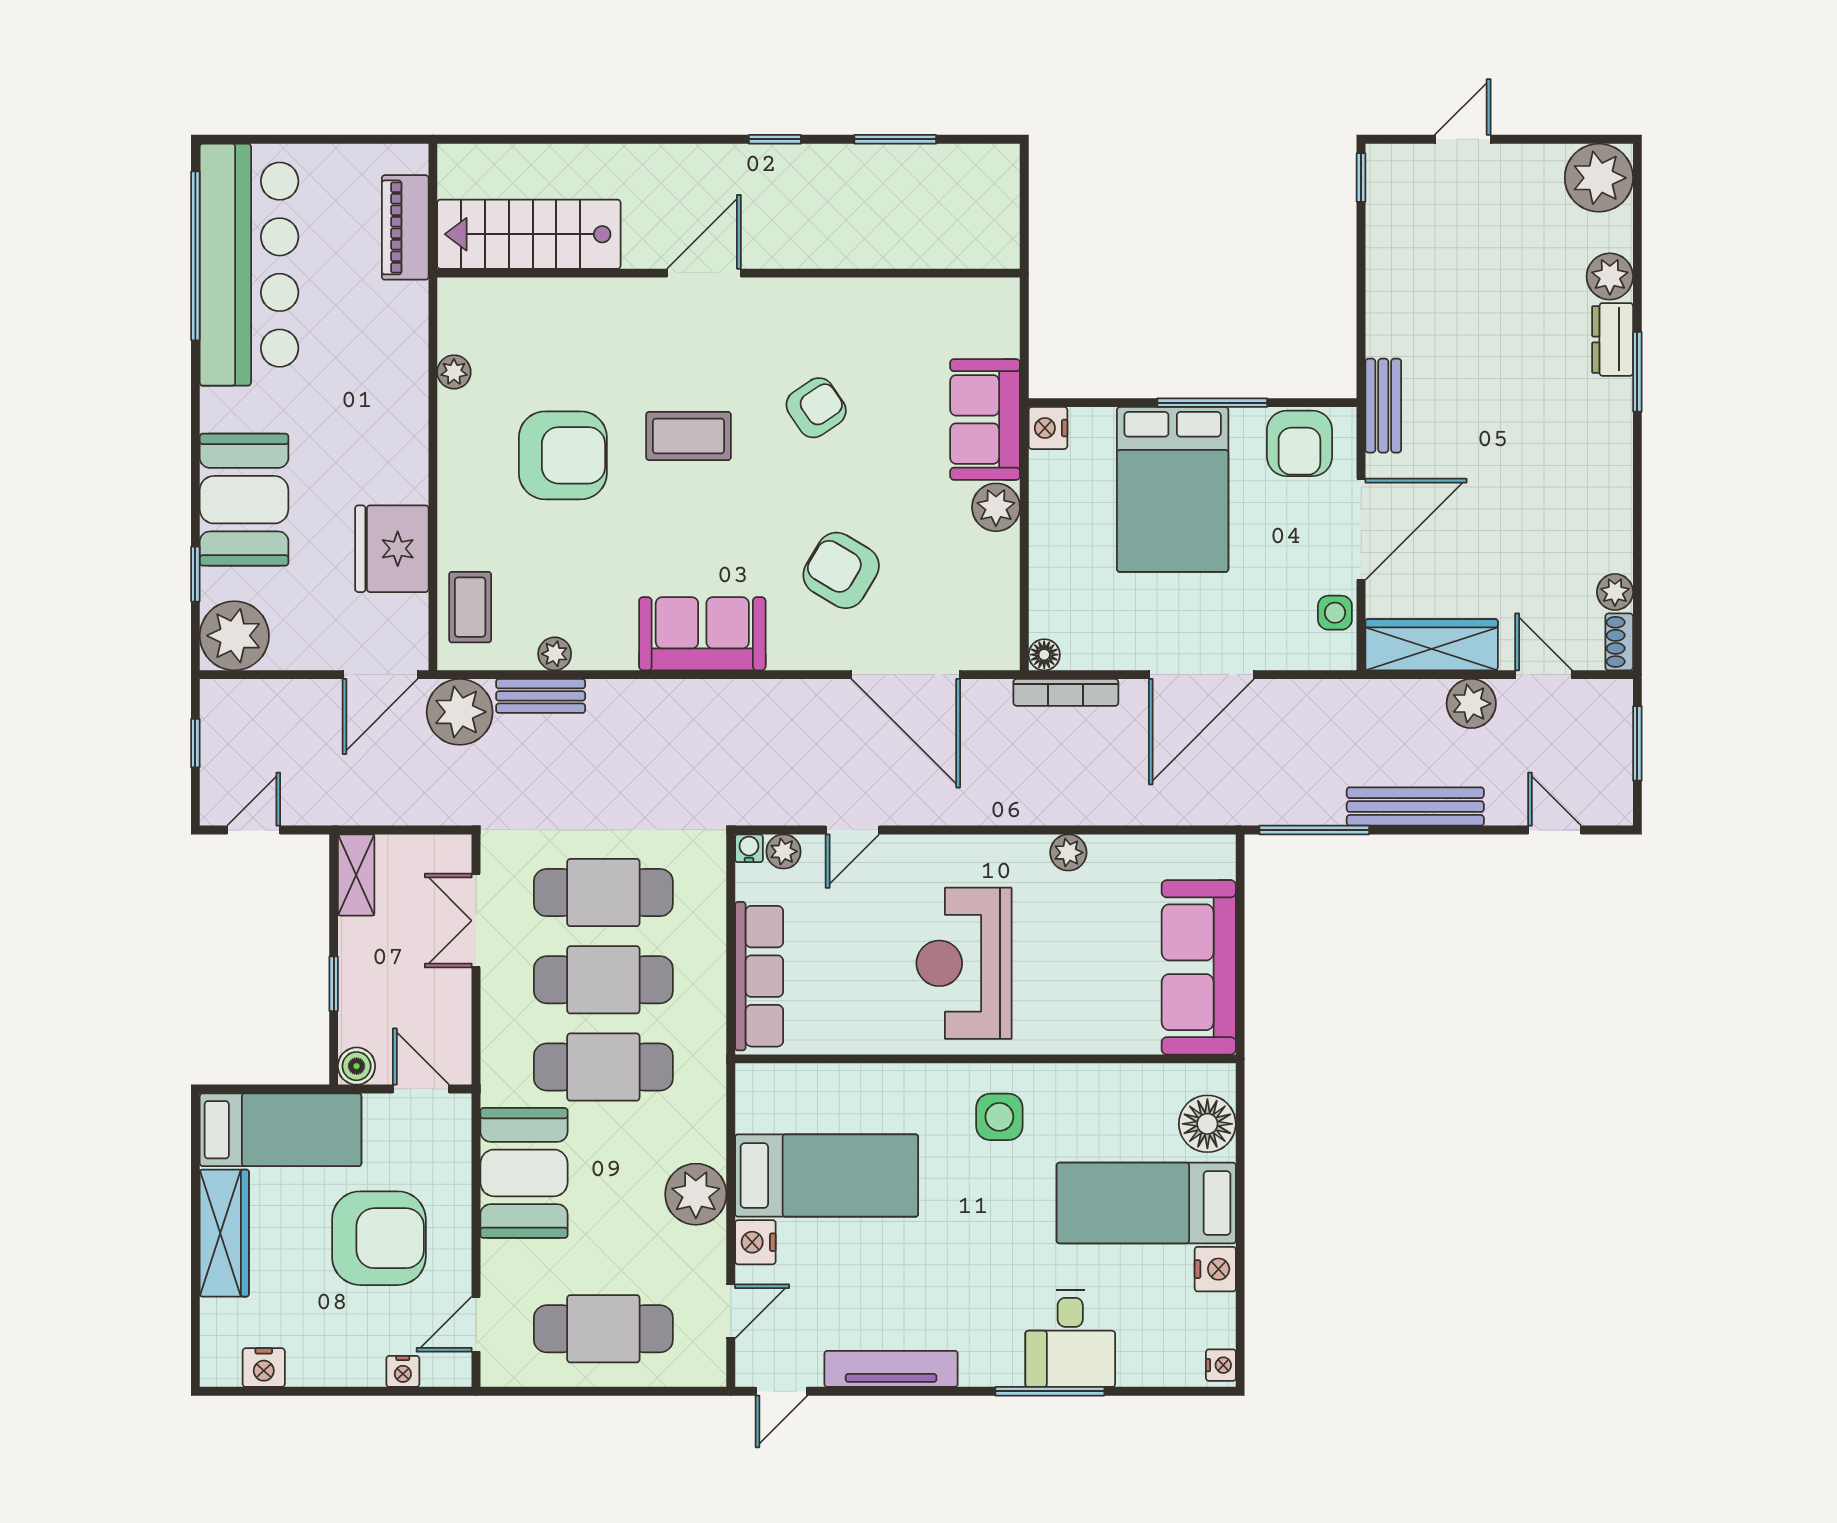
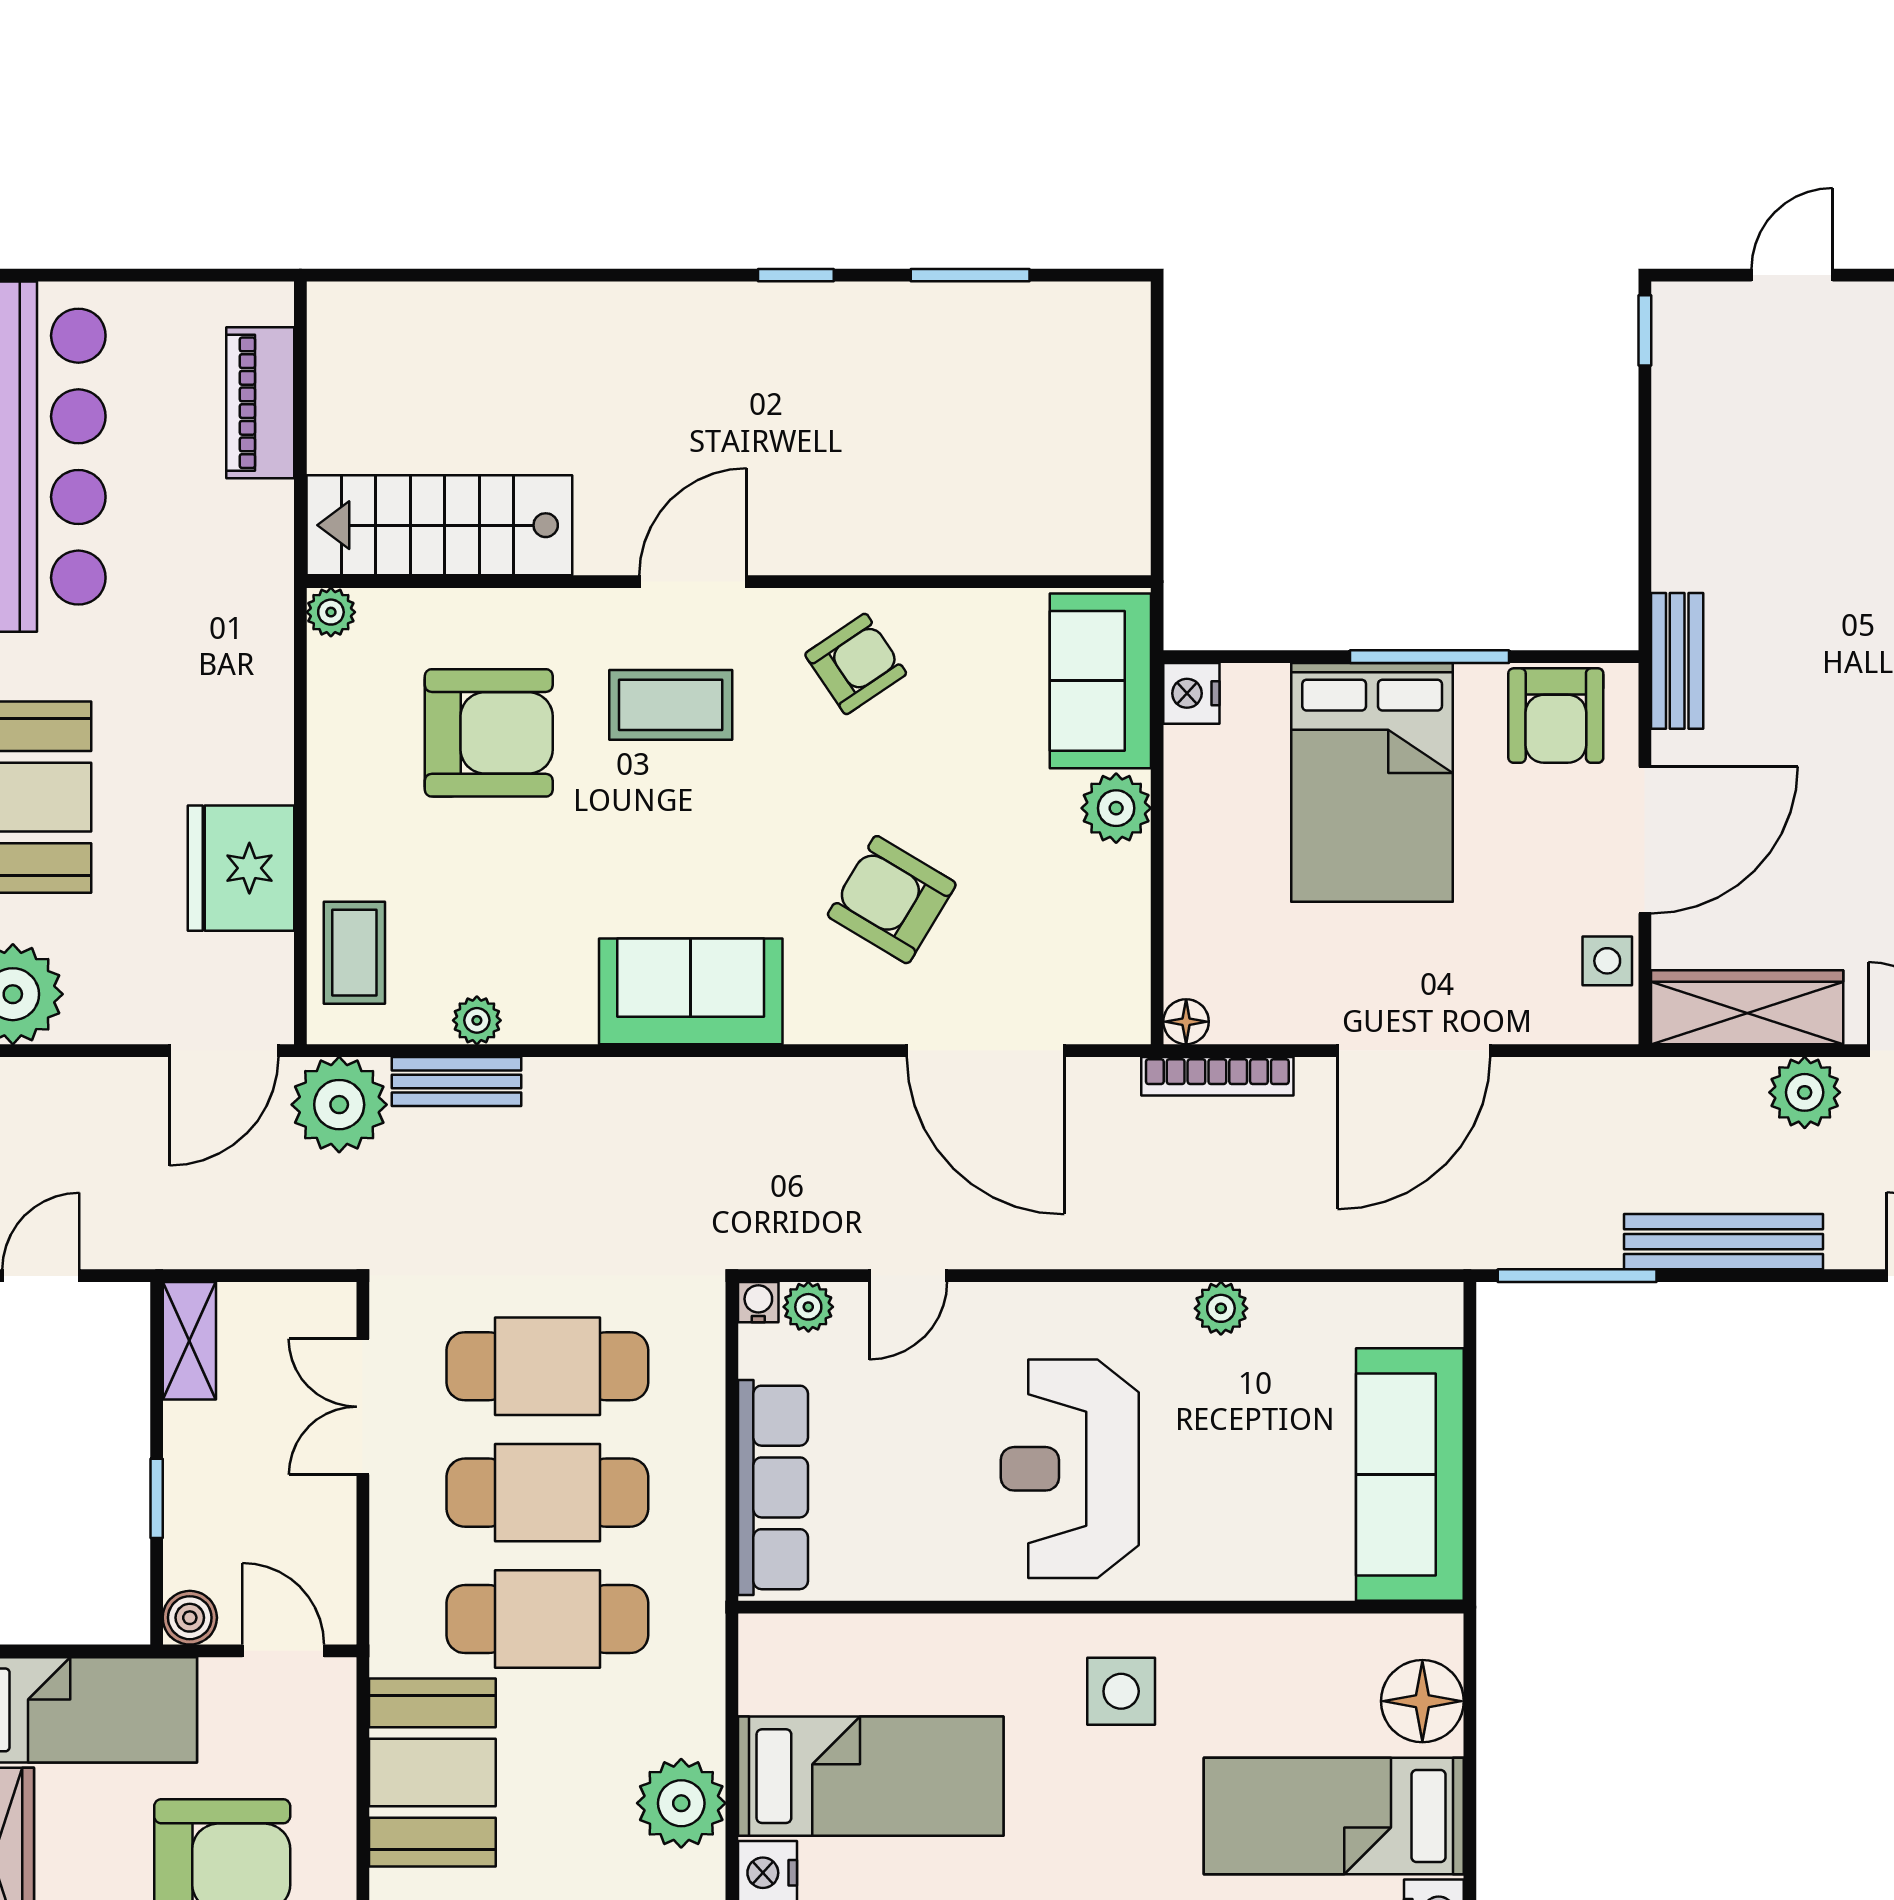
stairs: (529, 234) -> (439, 525), moved
door: (704, 273) -> (693, 582), moved
wall: (729, 273) -> (729, 582), moved

